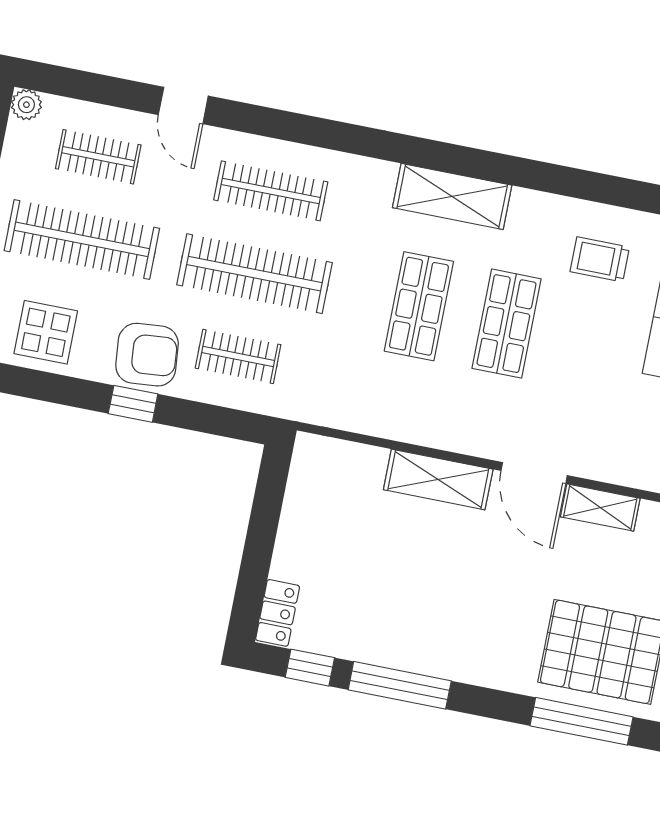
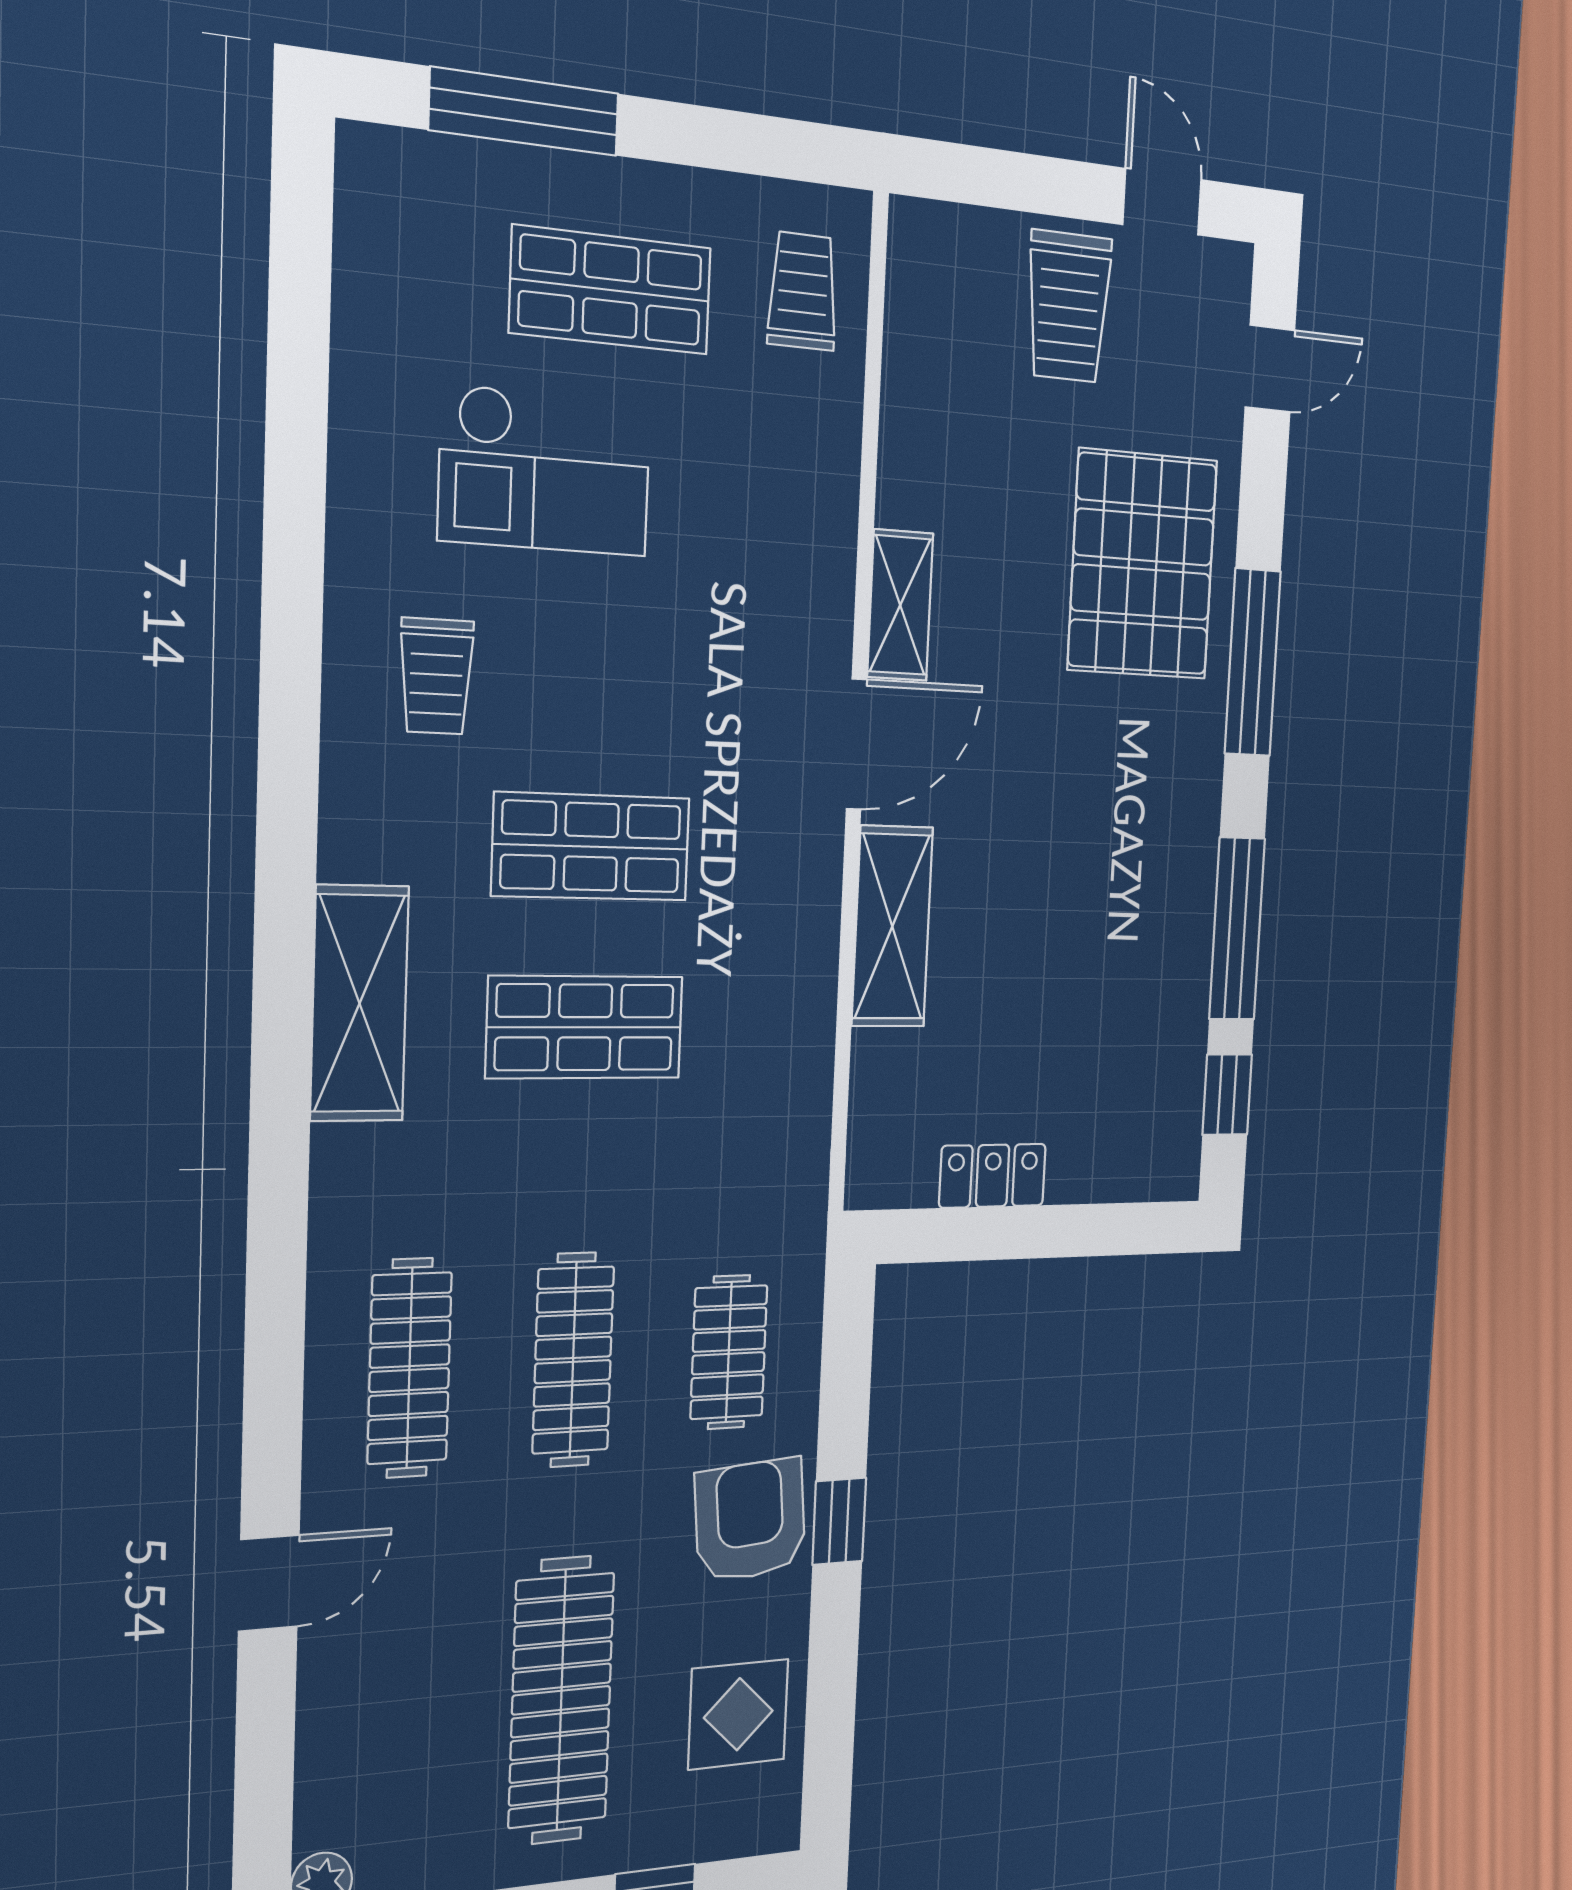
clothes rail: (98, 157) -> (399, 1717), removed
clothes rail: (254, 274) -> (573, 1360), width x0.73, depth x0.76
locker: (278, 613) -> (993, 1176), moved
window: (581, 721) -> (1253, 662), moved

